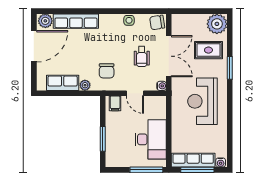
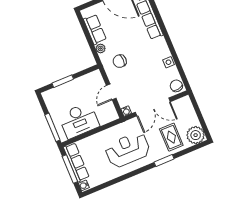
wheelchair: (142, 56) -> (143, 85), removed
filing cabinet: (115, 103) -> (96, 79), removed

